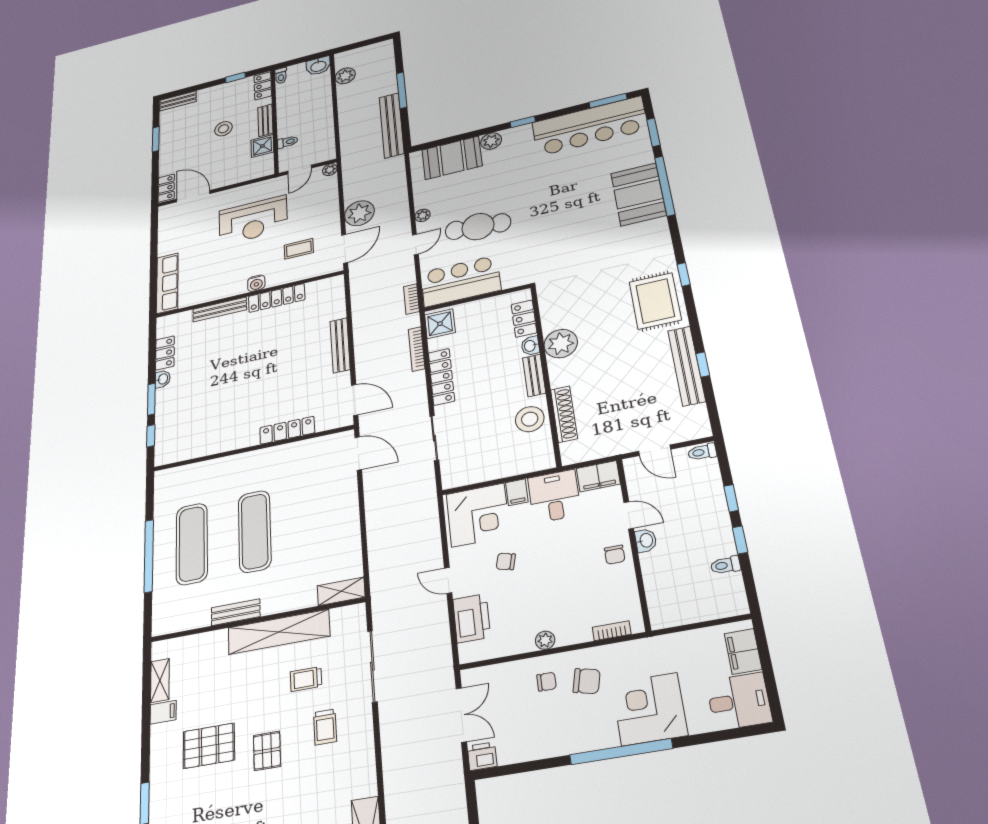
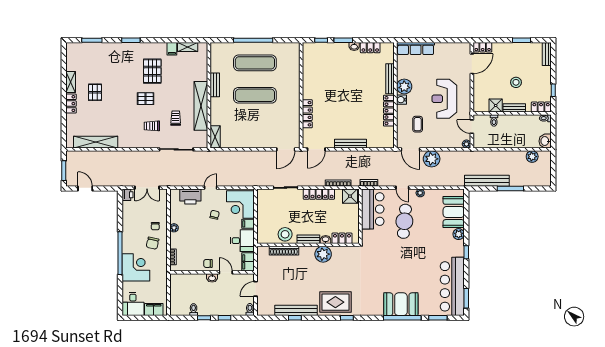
plant: (233, 285) -> (404, 86), added
door: (629, 515) -> (226, 272), swing flipped

